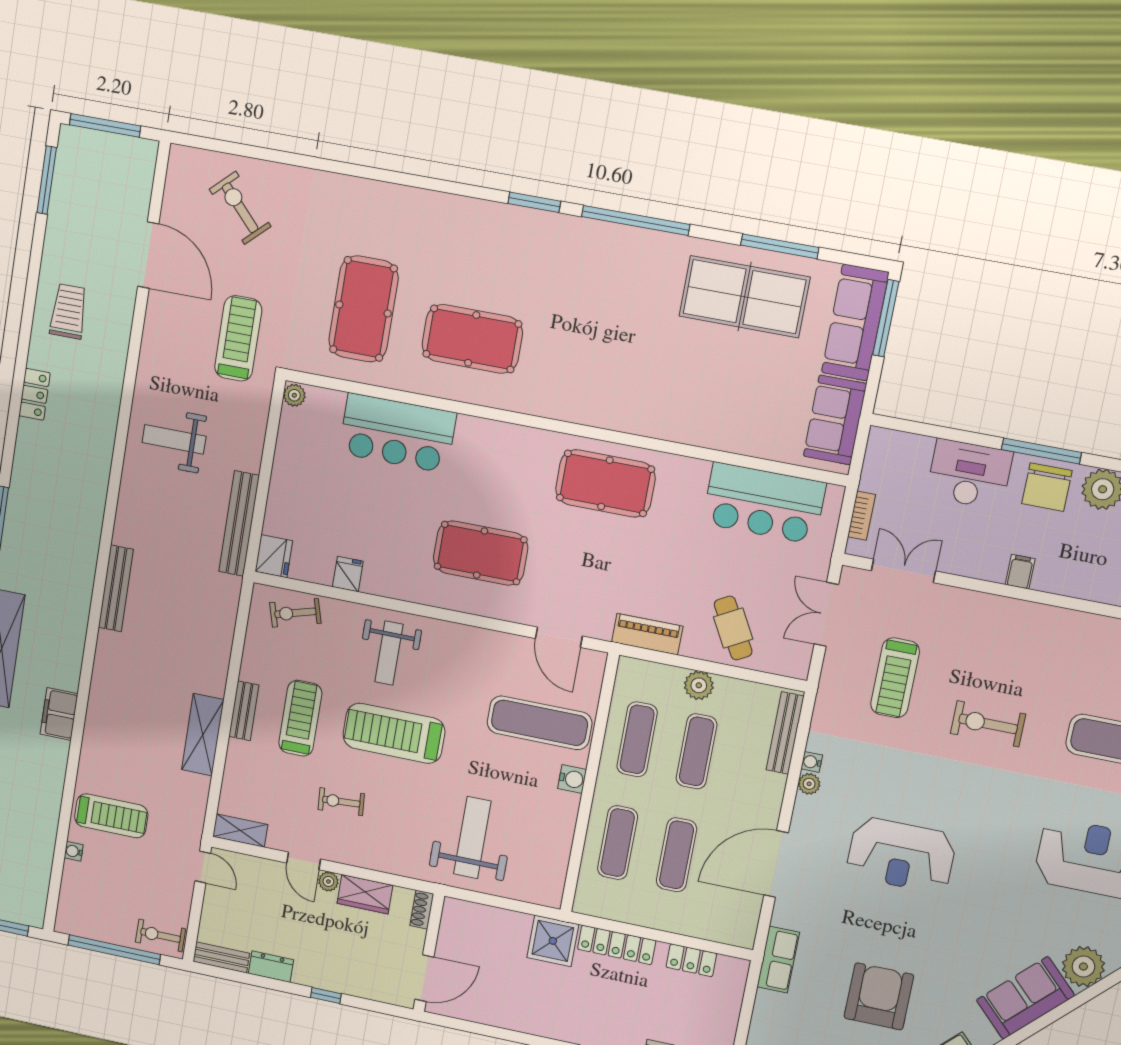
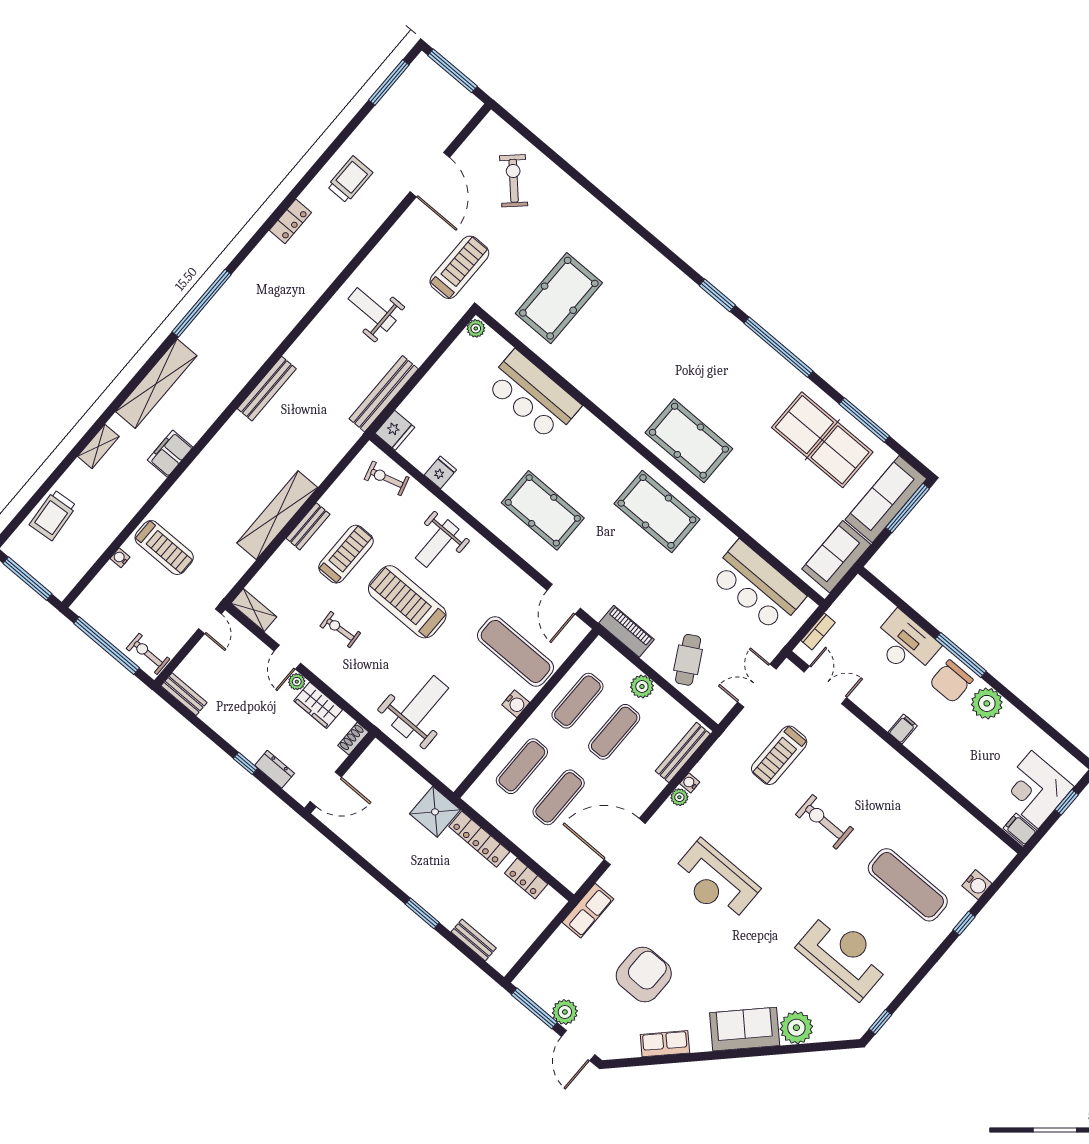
pool table: (472, 339) -> (689, 441), moved
shelving: (203, 735) -> (277, 515), width x1.47
dresser: (271, 967) -> (275, 769), moved

